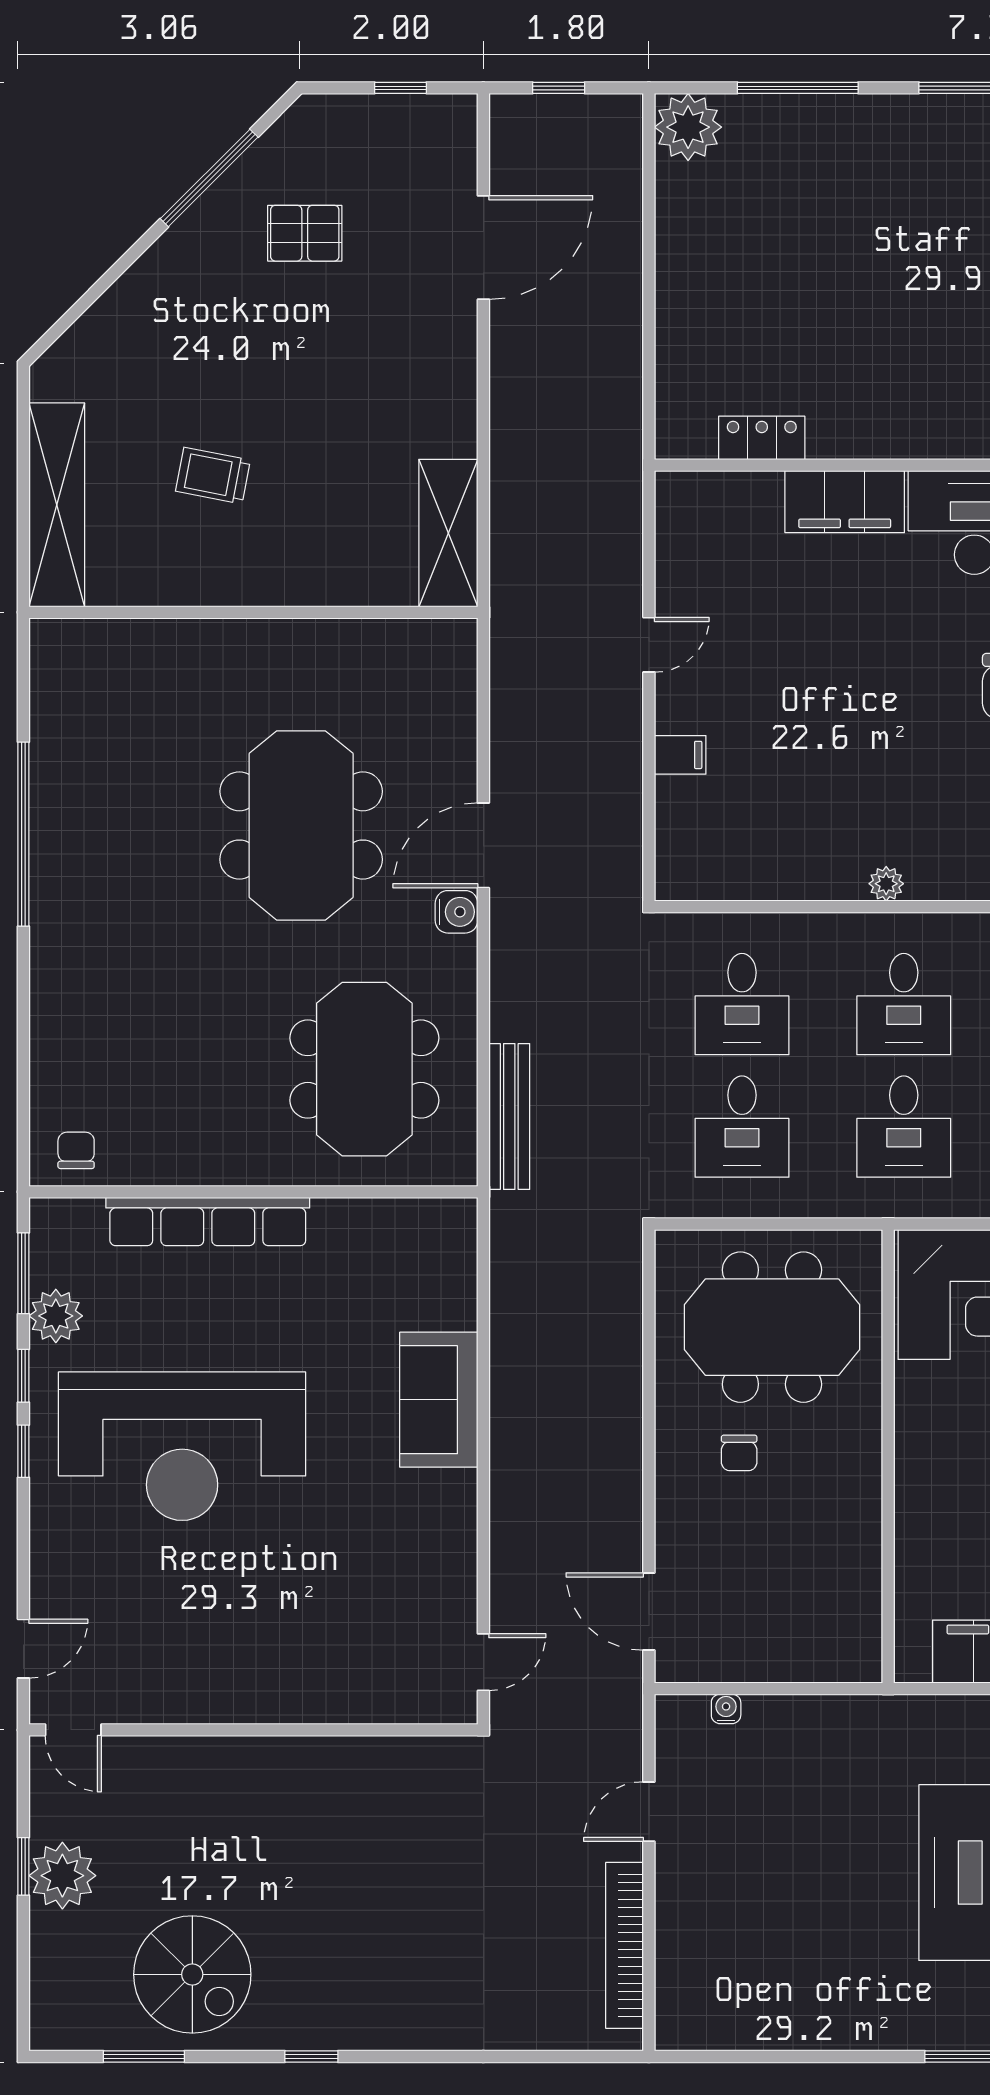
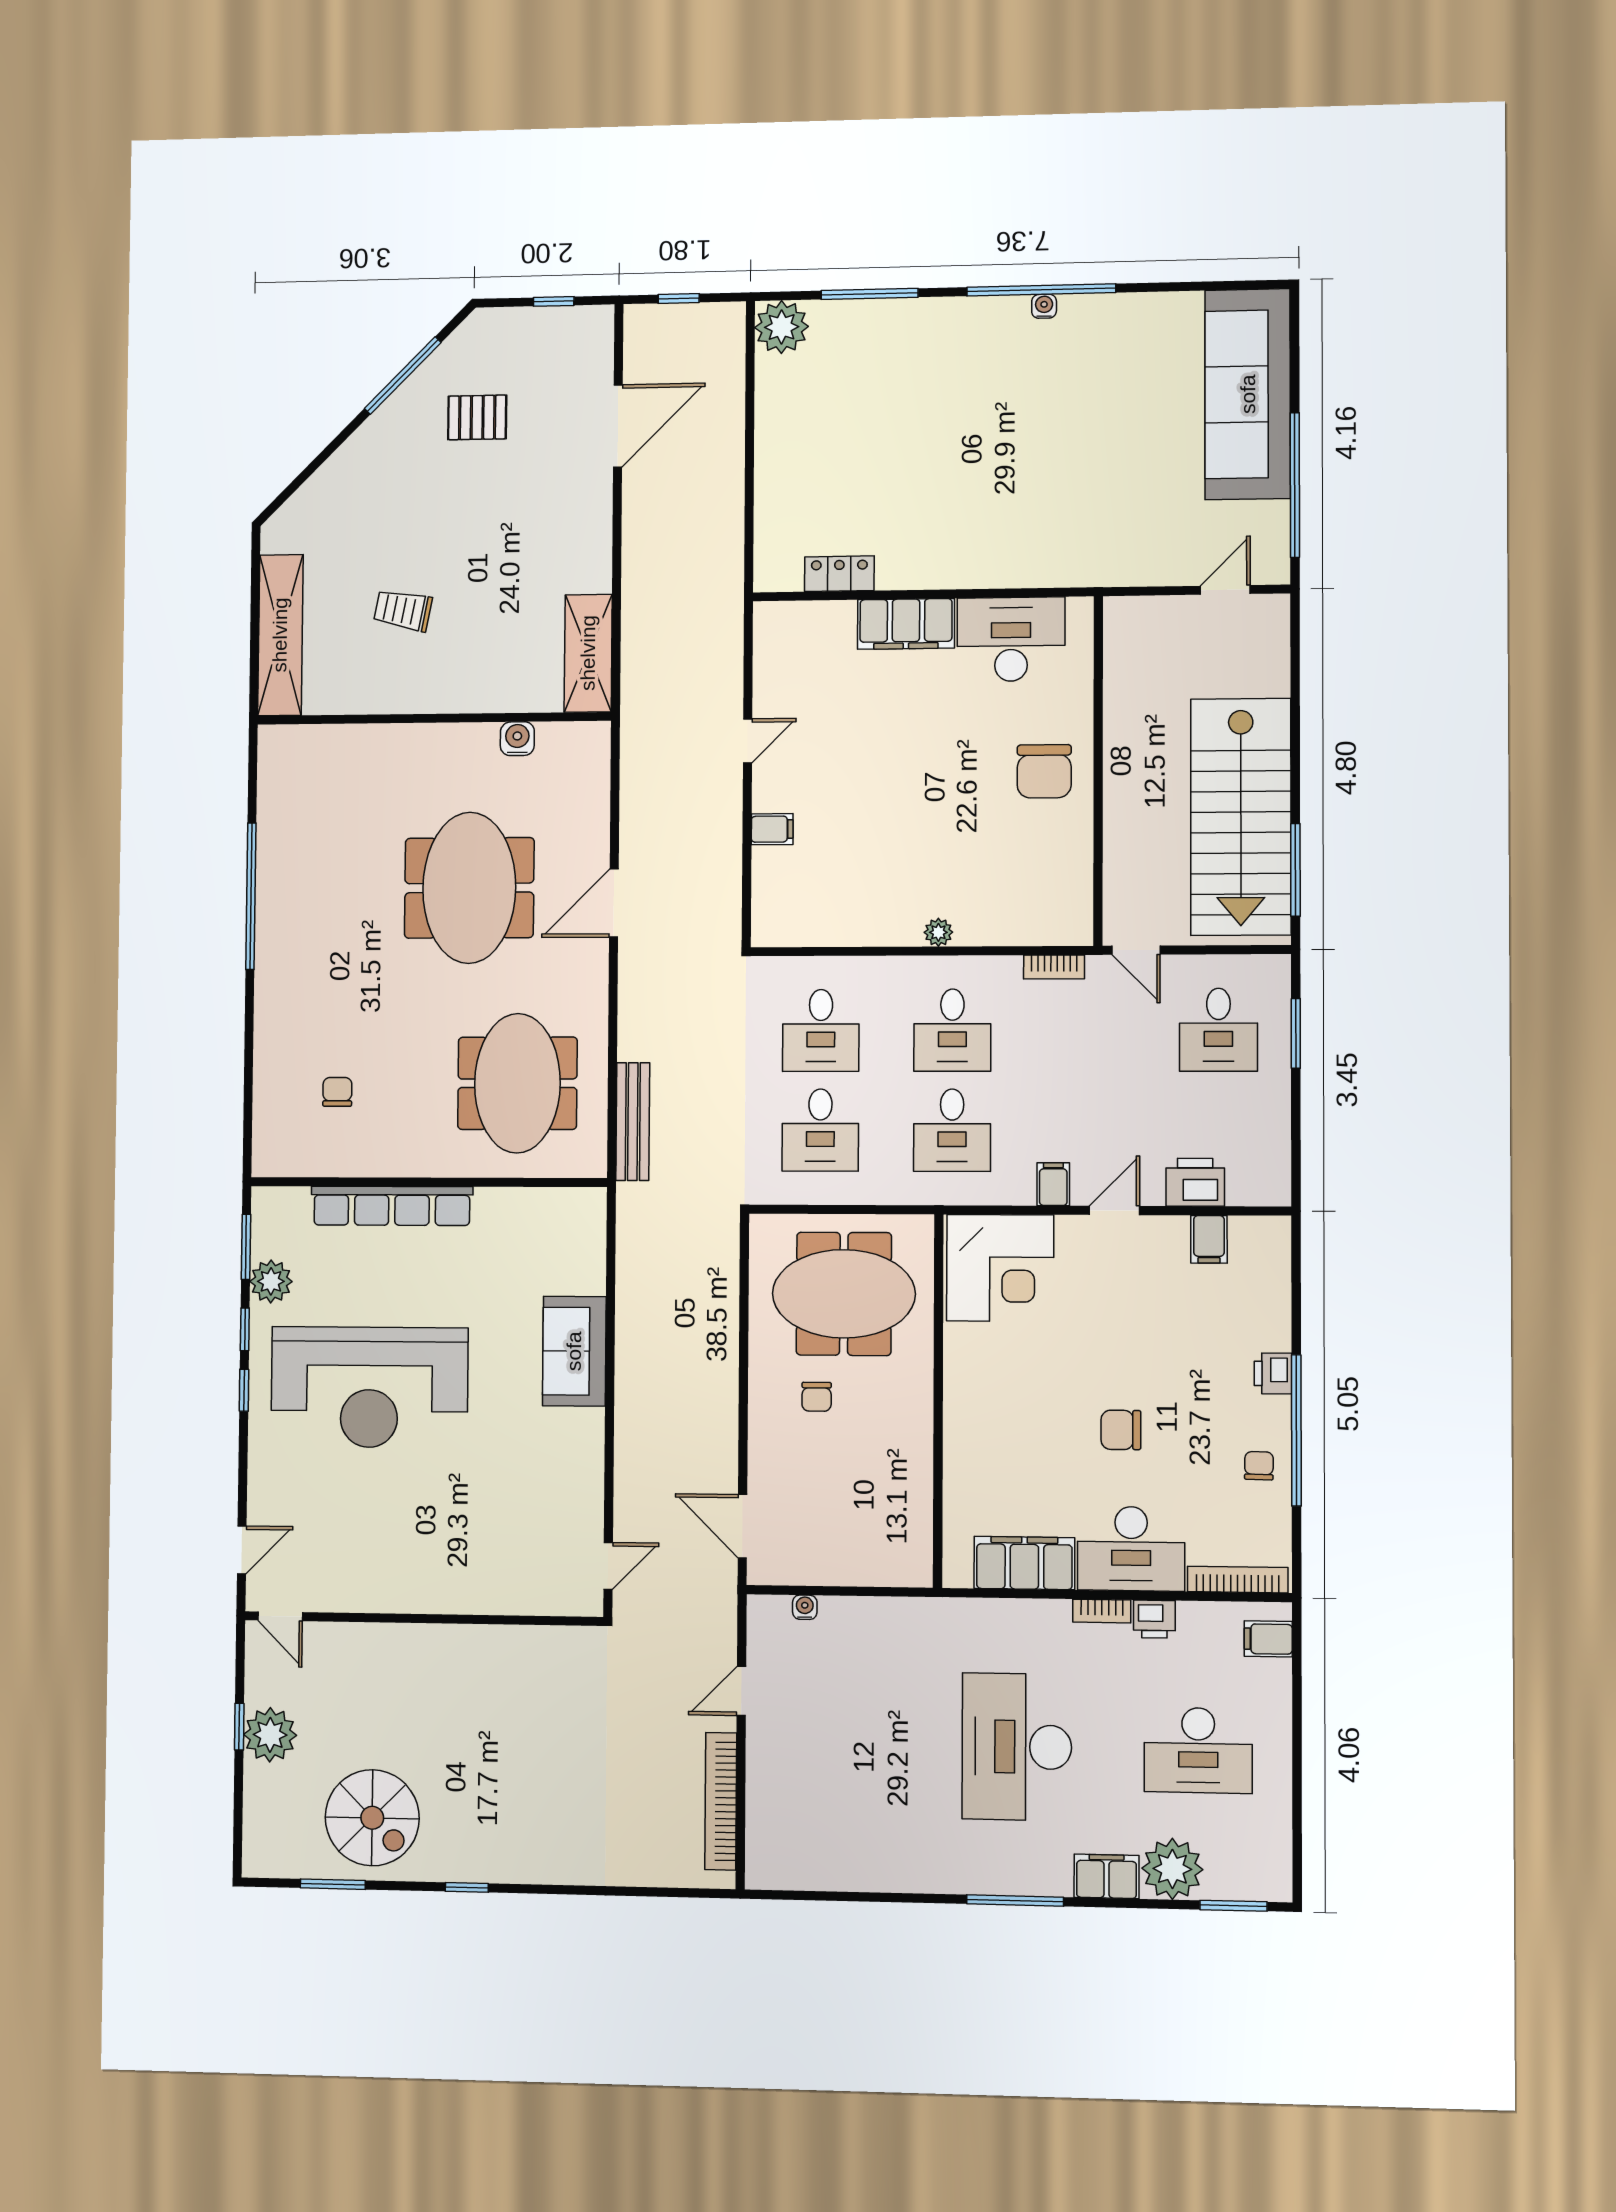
water cooler: (456, 912) -> (517, 739), moved, turned -90
chair: (76, 1150) -> (337, 1092), moved

